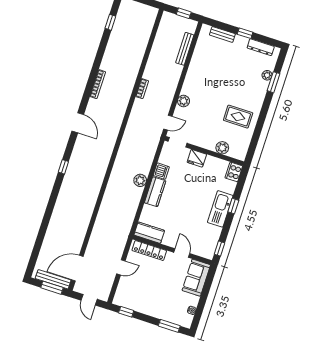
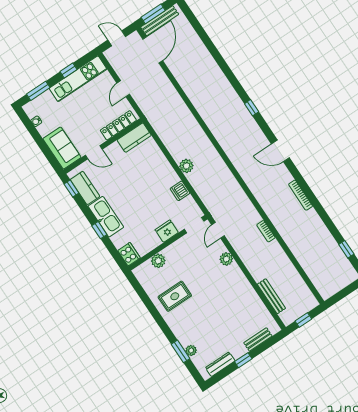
kitchen counter: (155, 192) -> (85, 188), moved, turned 180
kitchen unit: (139, 304) -> (78, 79), added
window: (126, 312) -> (69, 71), moved

